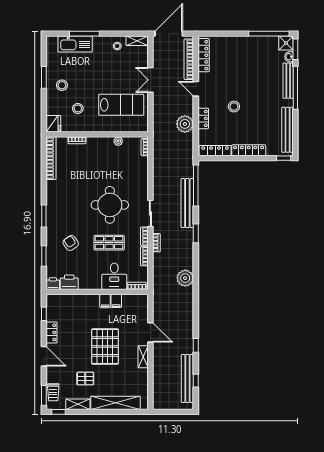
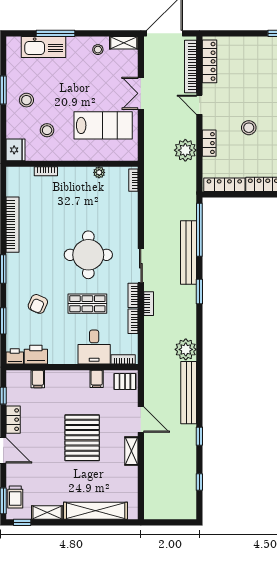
bookcase: (51, 158) -> (12, 225), moved
armchair: (71, 243) -> (38, 304), turned -121
filing cabinet: (105, 301) -> (38, 379), moved
bench: (187, 378) -> (189, 393), moved
pallet: (85, 379) -> (125, 381), moved

